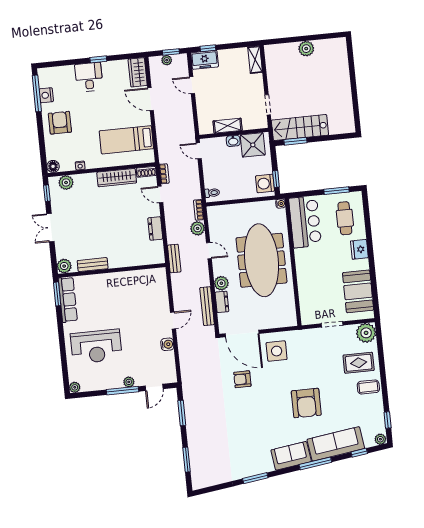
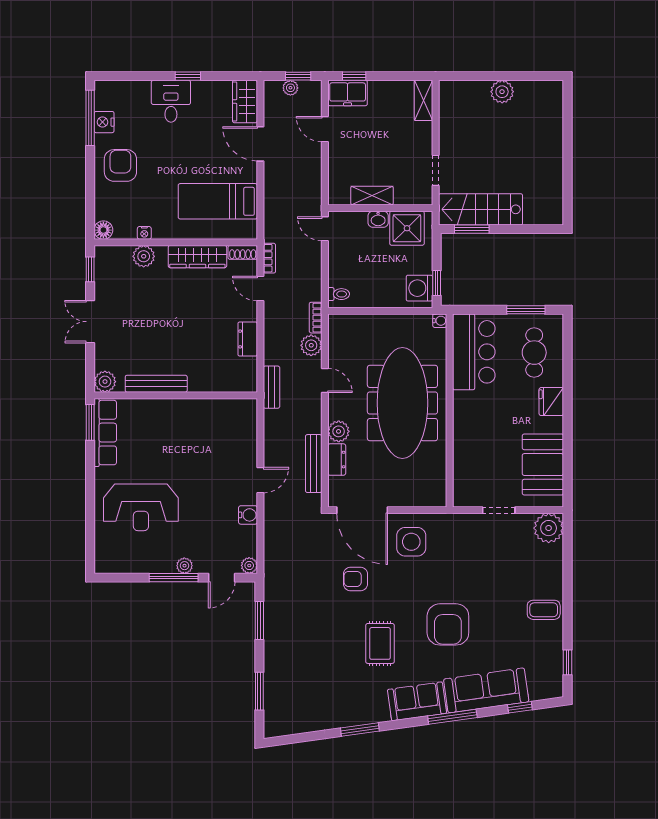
plant: (66, 182) -> (144, 256), moved
bench: (93, 265) -> (156, 384), width x1.36
rug: (359, 363) -> (380, 643), moved, turned 90
plant: (75, 387) -> (249, 565), moved
plant: (380, 439) -> (554, 690), removed

